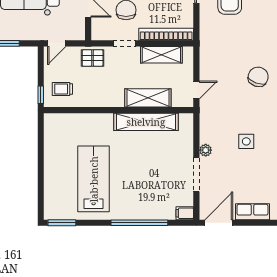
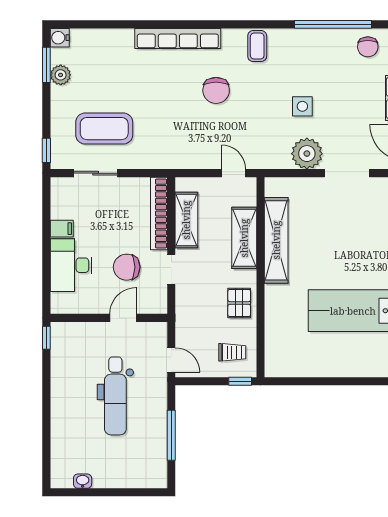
pallet: (93, 58) -> (239, 303), moved
chair: (258, 77) -> (216, 90), turned -110
trolley: (62, 89) -> (232, 352), turned -90
plant: (206, 150) -> (307, 154), width x1.87, depth x1.87

